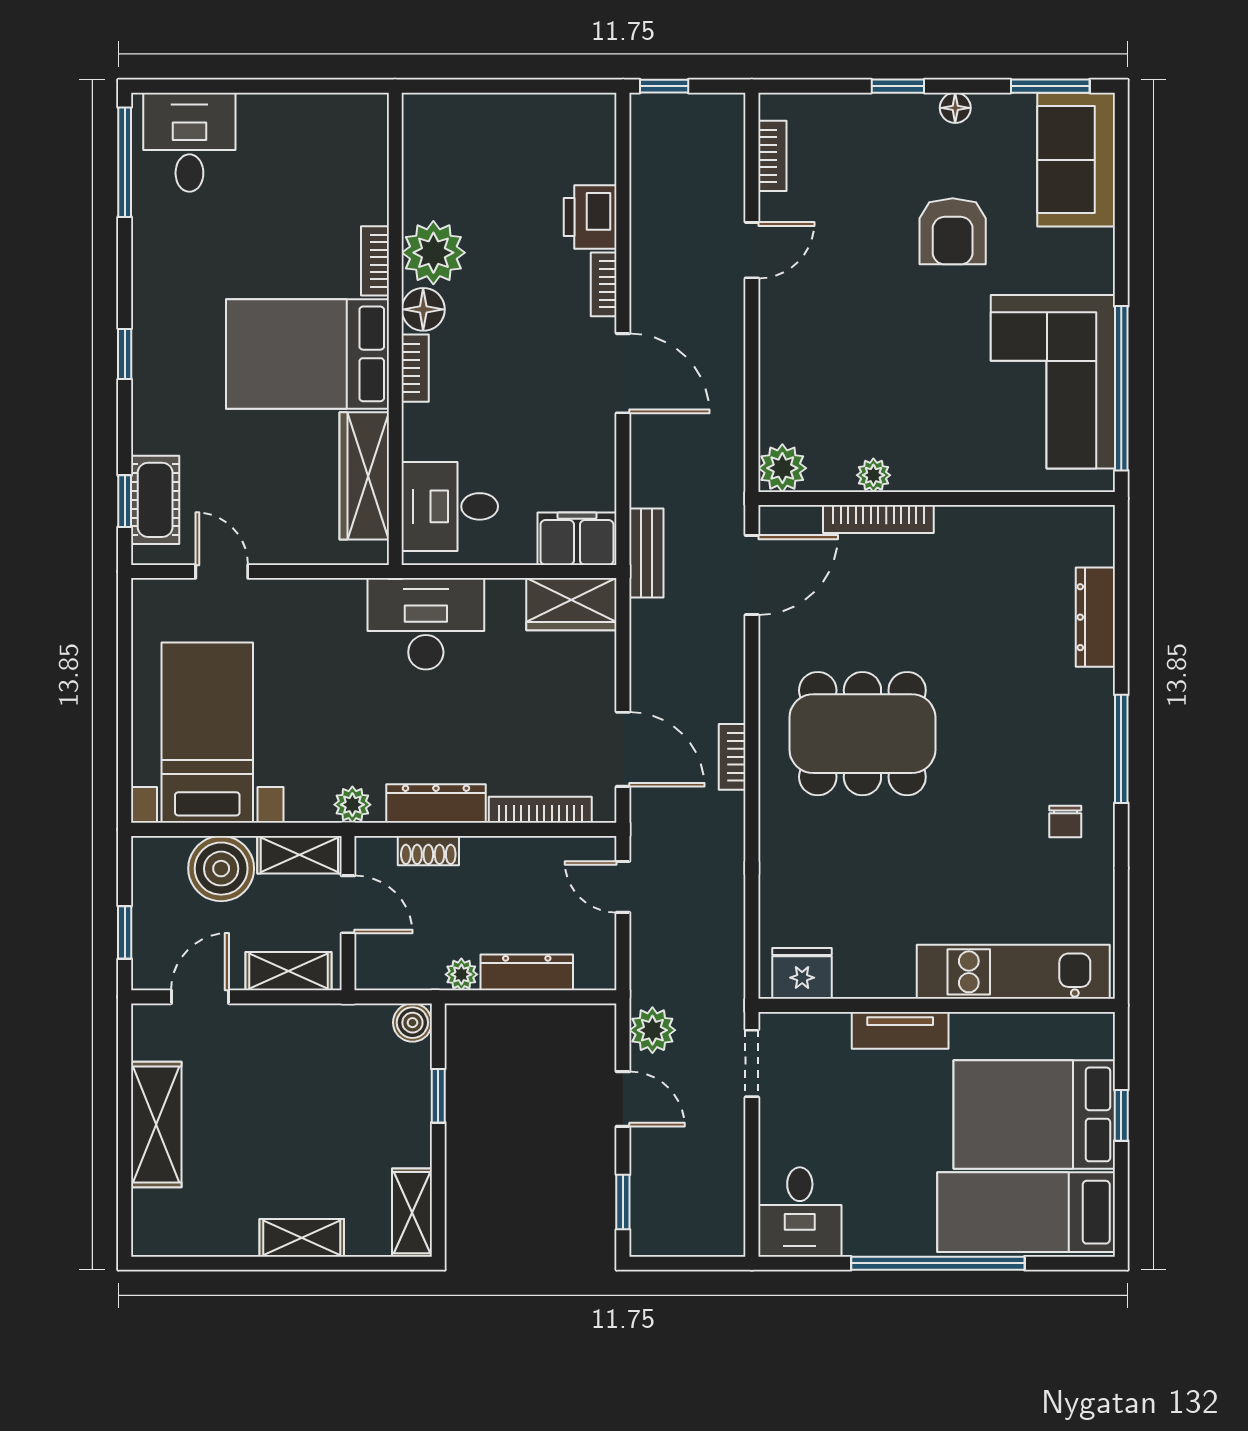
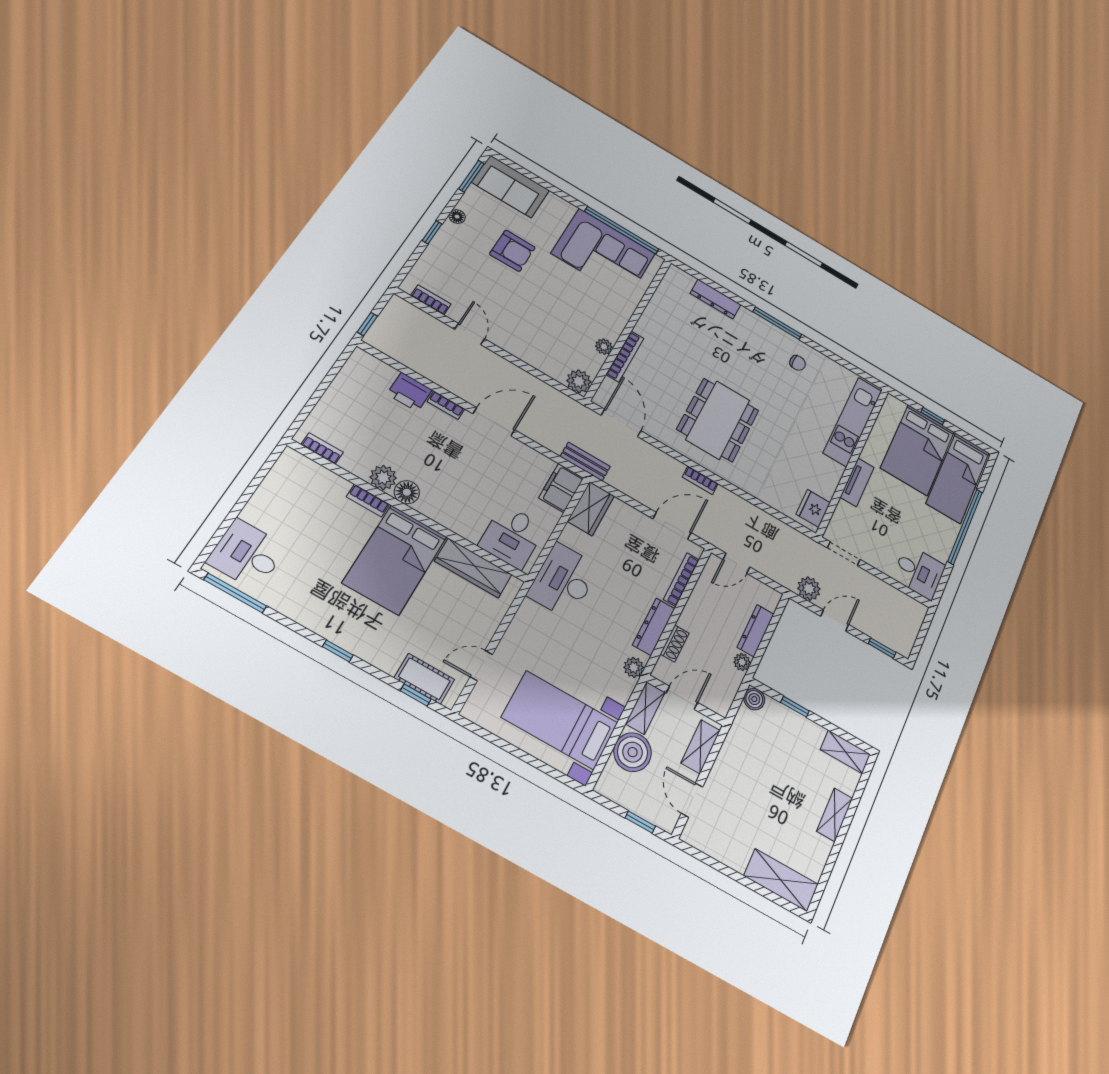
plant: (433, 253) -> (383, 478), width x0.73, depth x0.73
bookcase: (415, 368) -> (322, 448), moved
shelving: (156, 1124) -> (781, 880), moved

